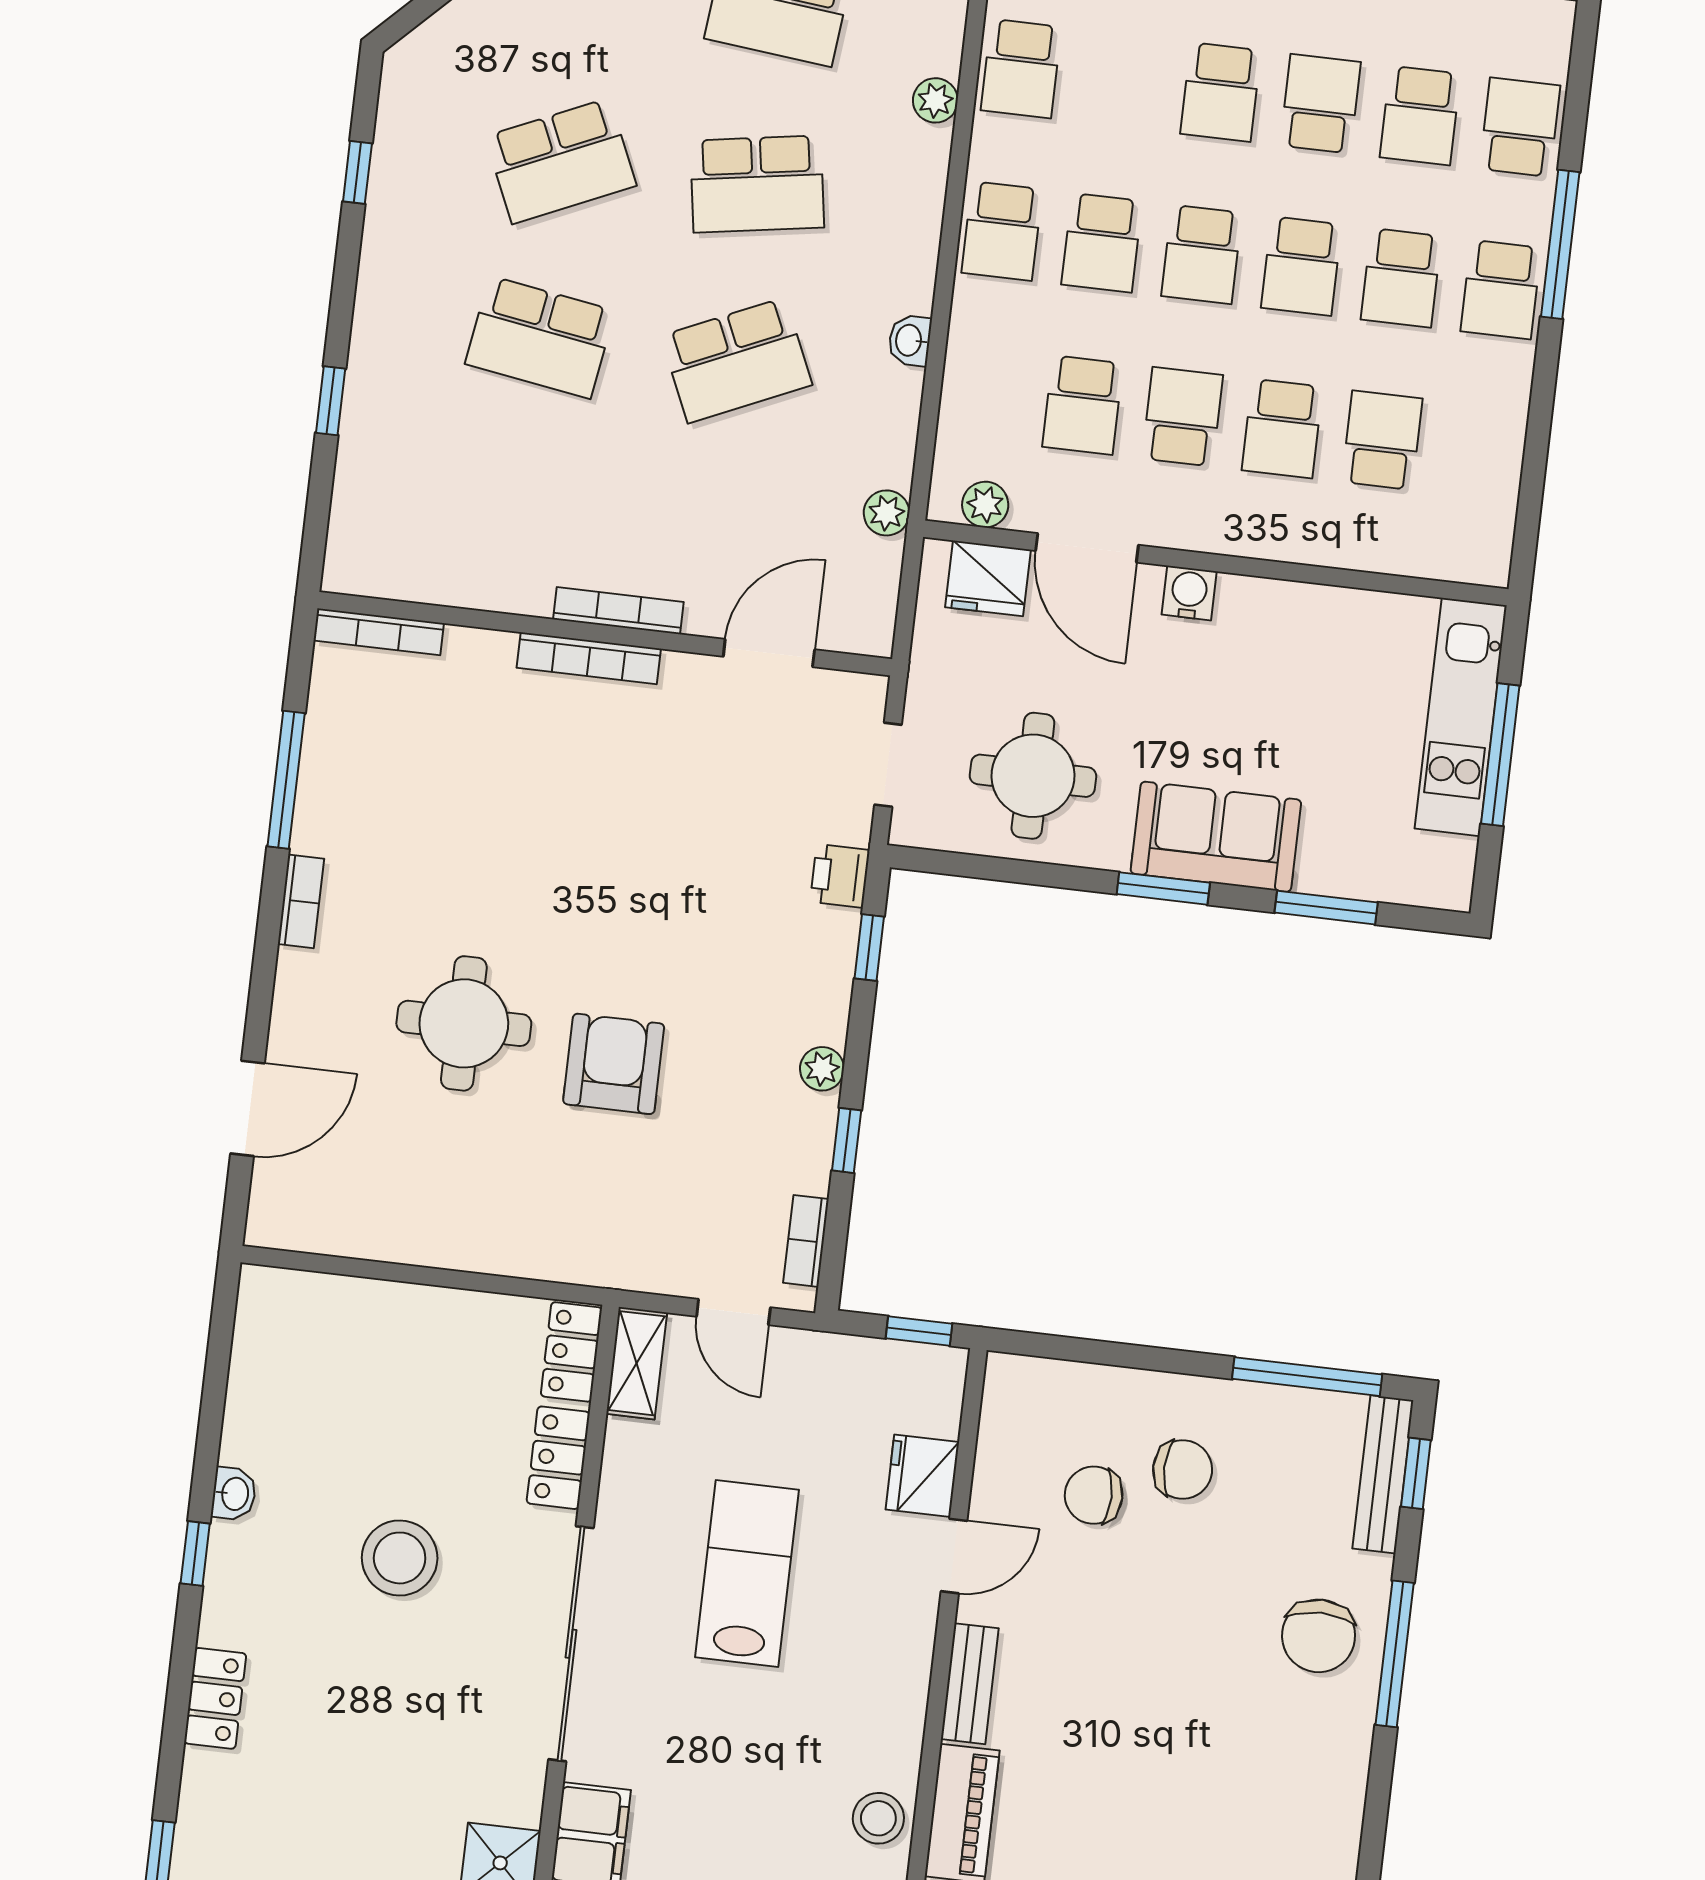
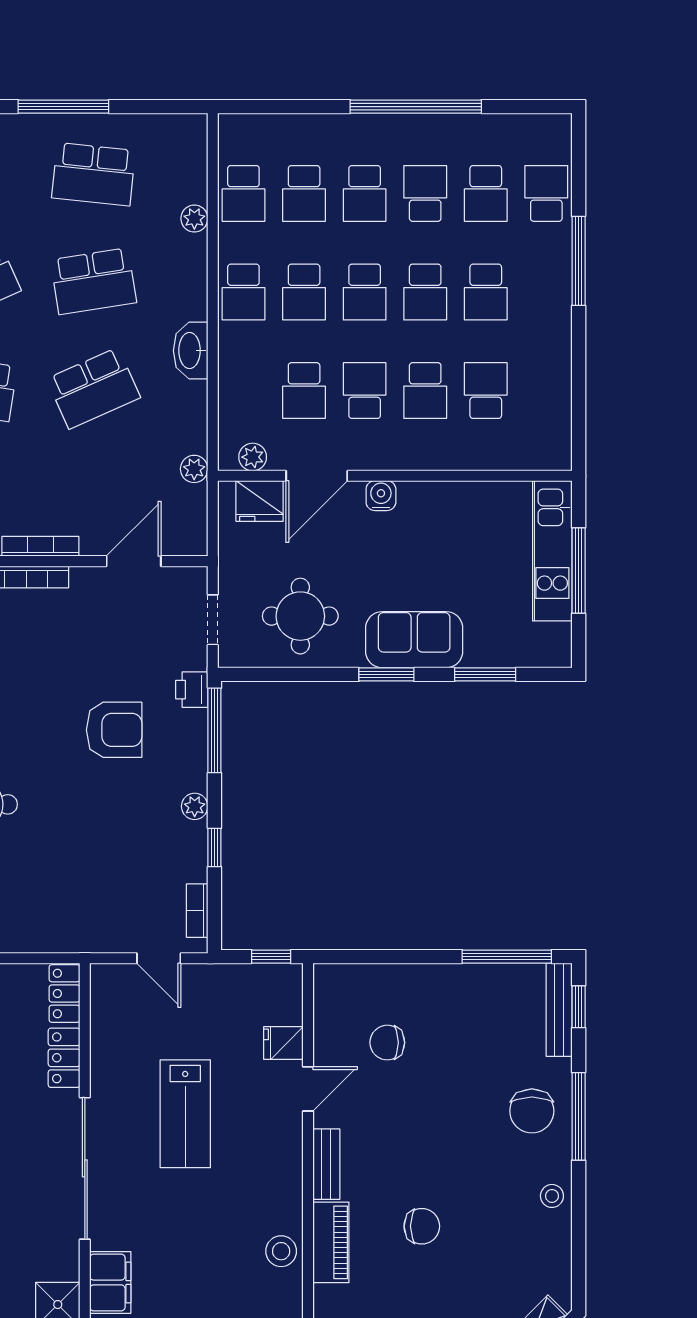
school desk: (1501, 290) -> (304, 193), moved
washbasin: (910, 340) -> (191, 351), width x1.91, depth x1.45
door: (1087, 548) -> (317, 476), hinge flipped
window: (869, 947) -> (214, 730), width x2.17
armchair: (614, 1064) -> (114, 730), moved, turned 90
shelving: (637, 1363) -> (104, 996), removed
chair: (1183, 1469) -> (422, 1226), moved
fridge: (922, 1476) -> (283, 1043), width x0.72
lab bench: (747, 1574) -> (185, 1114), turned 180
stool: (1335, 1780) -> (552, 1196), added

